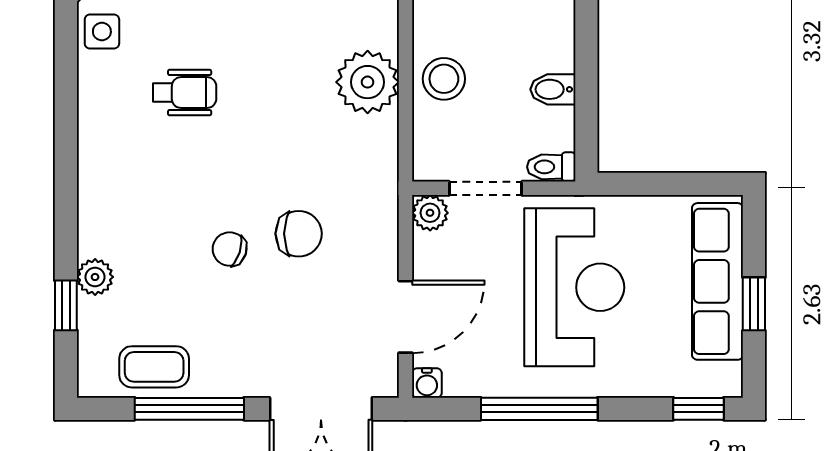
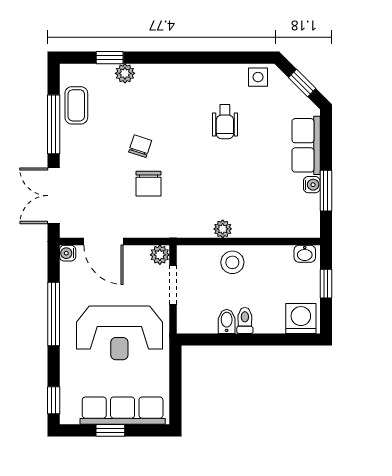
plant: (368, 82) -> (223, 229), width x0.53, depth x0.53
toilet: (551, 167) -> (245, 320), moved

